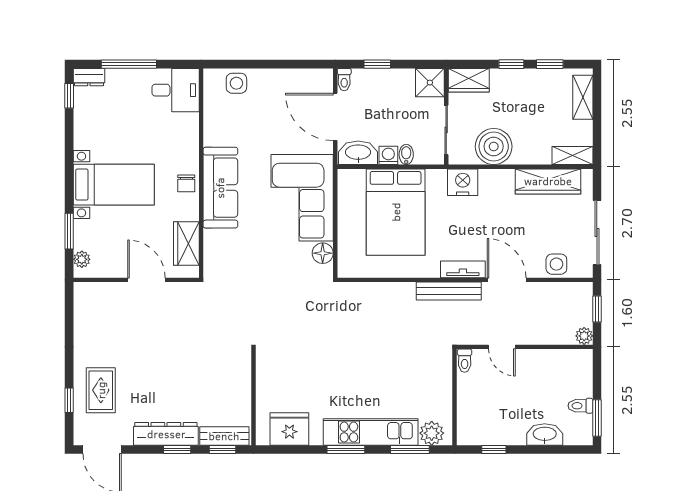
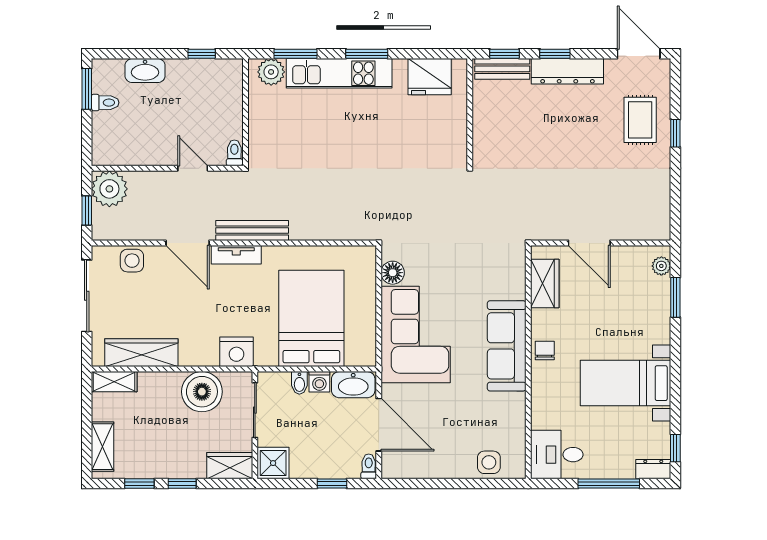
bed with nightstands: (114, 185) -> (626, 383), moved
plant: (584, 336) -> (109, 189), width x1.88, depth x1.88
window: (69, 400) -> (675, 133), moved

